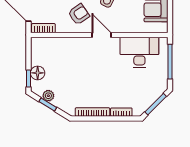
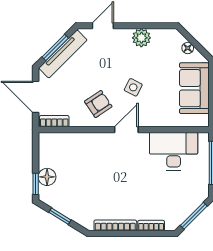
door: (101, 35) -> (126, 130), hinge flipped
plant: (48, 96) -> (60, 205), removed

